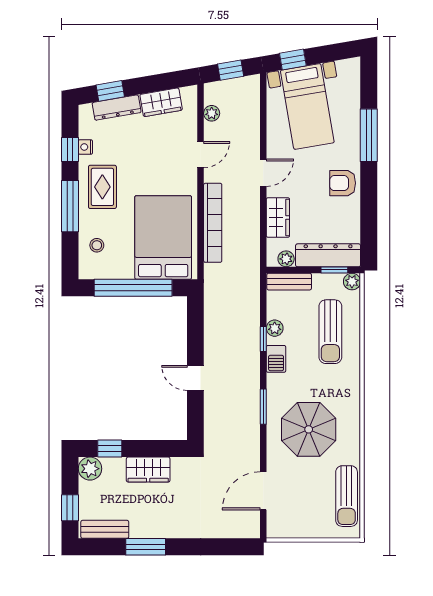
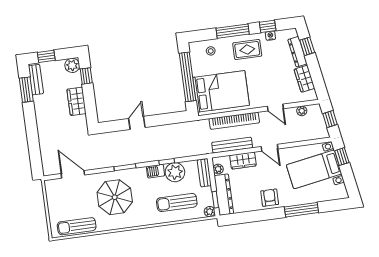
bench: (251, 231) -> (232, 145), added
plant: (275, 328) -> (175, 172), width x1.88, depth x1.88
window: (146, 547) -> (26, 90), moved

